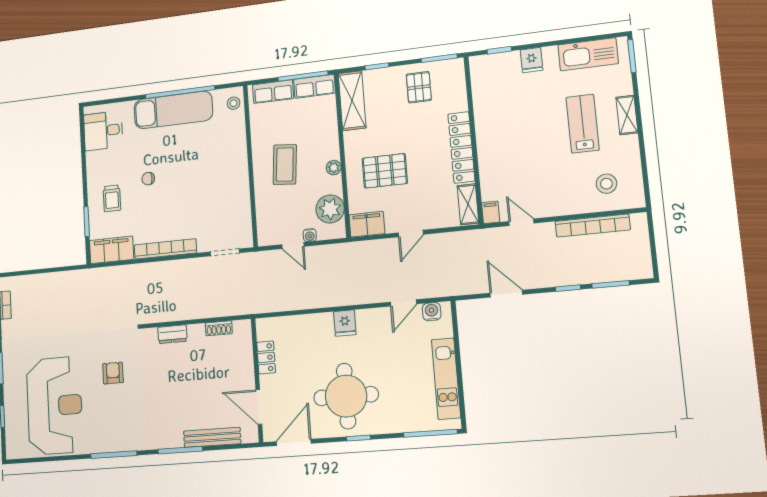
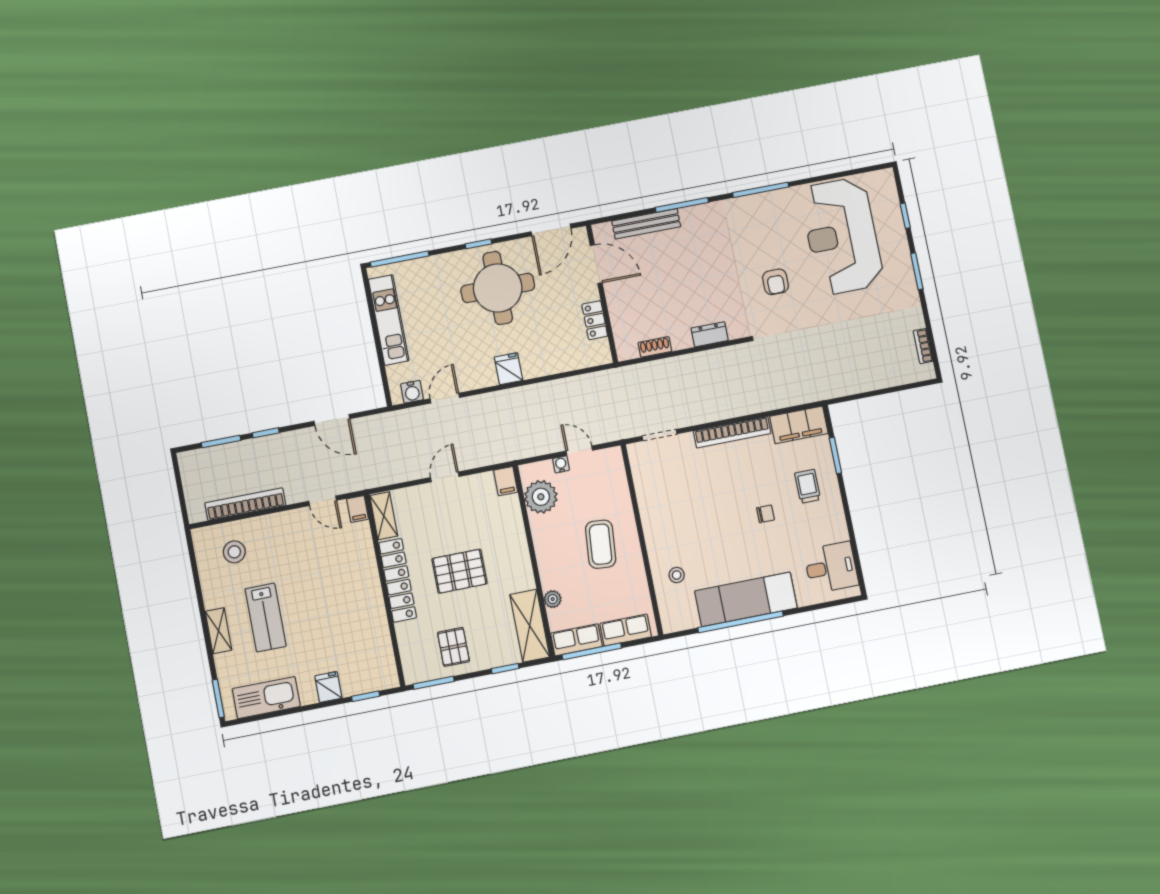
stool: (234, 103) -> (677, 575), moved
plant: (334, 168) -> (553, 599), moved
pallet: (385, 171) -> (459, 571), moved
filing cabinet: (367, 224) -> (506, 481), width x0.50

